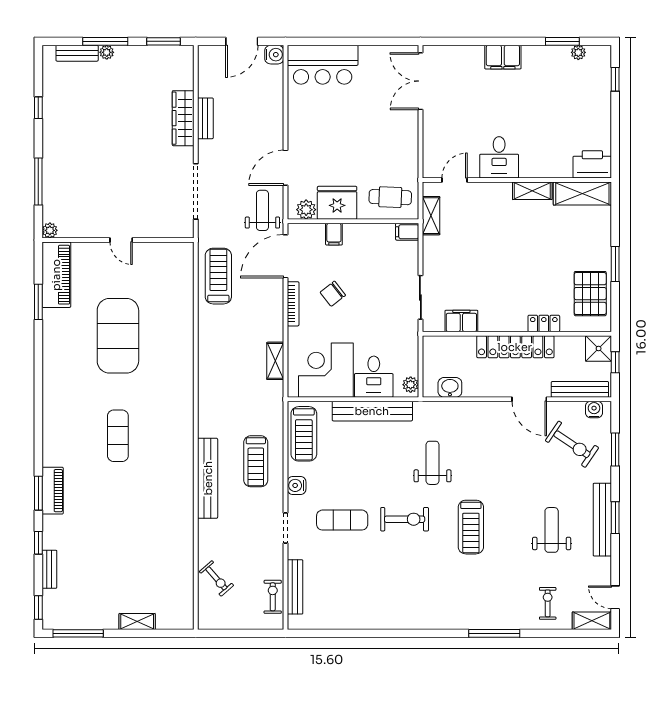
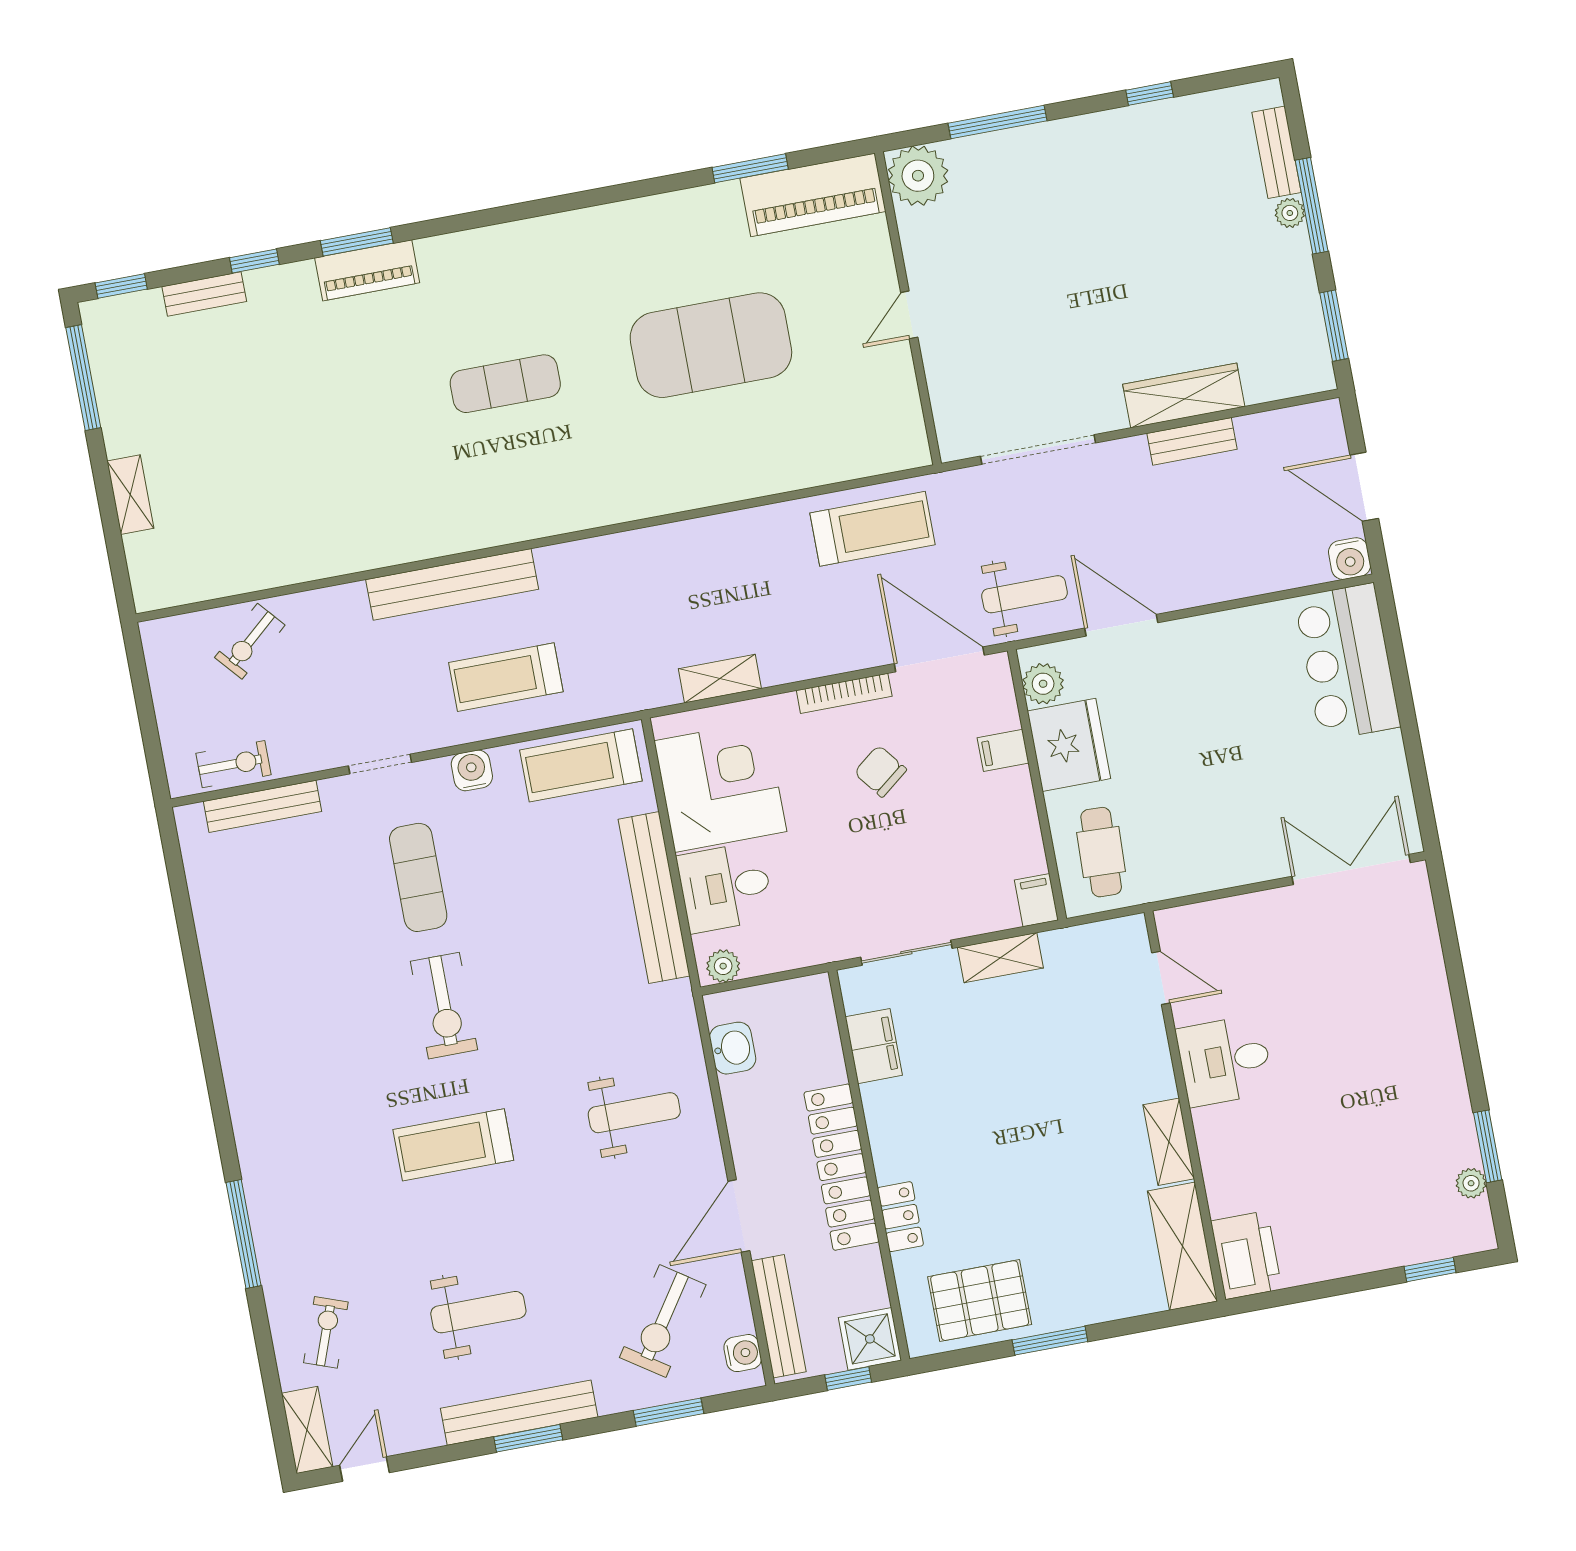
filing cabinet: (503, 57) -> (1432, 1030), removed
shelving: (431, 216) -> (1000, 958), moved
plant: (50, 230) -> (918, 176), width x1.88, depth x1.88
weight bench: (433, 463) -> (634, 1113), moved
exercise bike: (548, 603) -> (326, 1332), turned -70

